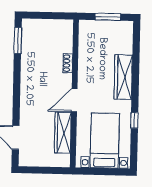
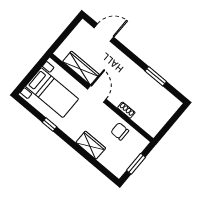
window: (18, 41) -> (156, 76), moved
chair: (91, 54) -> (120, 131), added
wardrobe: (123, 77) -> (91, 145), width x0.67

